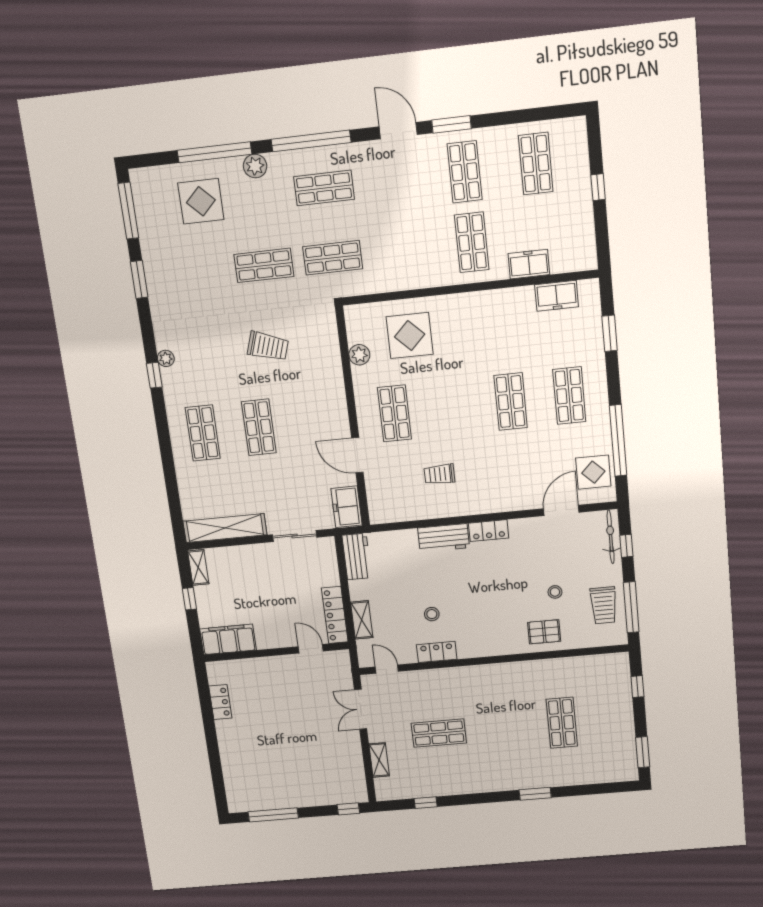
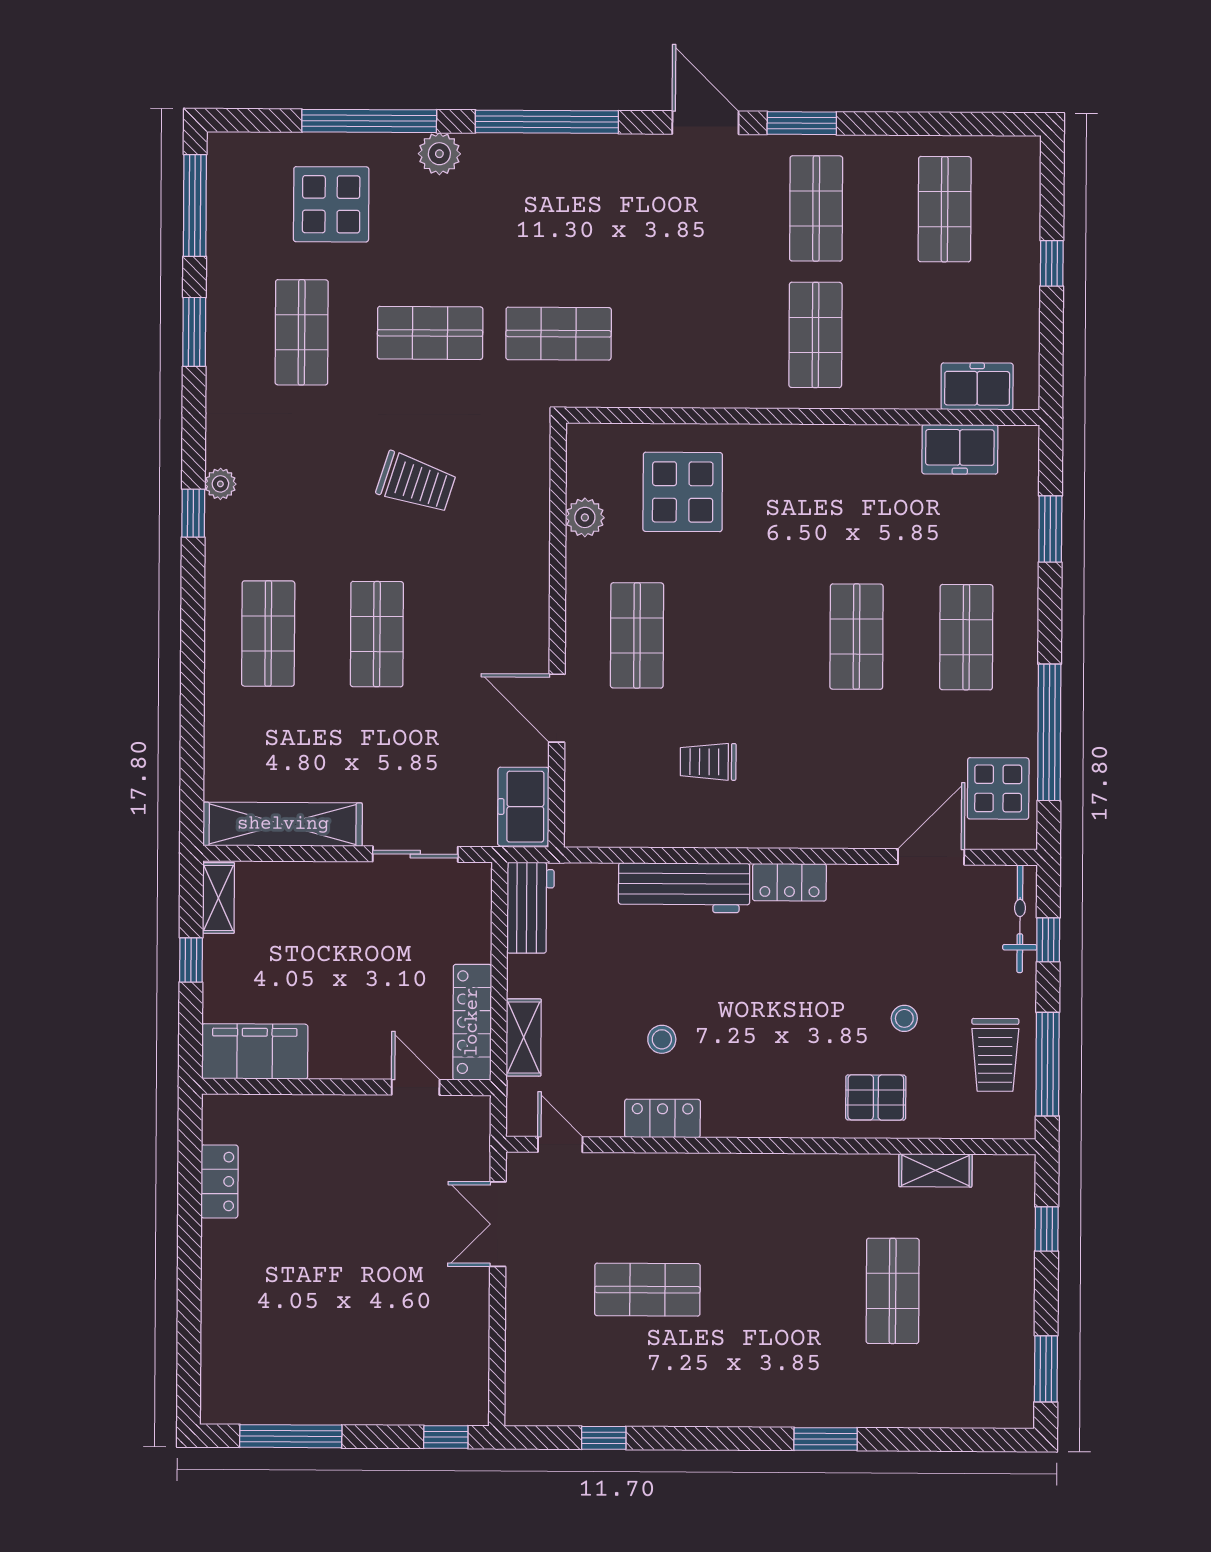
shop shelf: (324, 188) -> (302, 332), moved, turned 90
freezer: (529, 264) -> (977, 386), moved
workbench: (444, 538) -> (684, 888), width x1.38
shelving: (379, 760) -> (935, 1170), moved, turned 90

